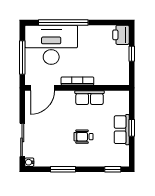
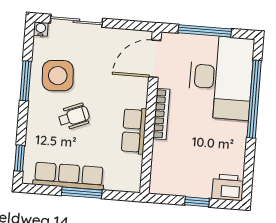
door: (43, 88) -> (155, 59), hinge flipped
window: (132, 128) -> (82, 193), width x1.50
row of seats: (122, 130) -> (69, 176), width x1.48
wheelchair: (84, 137) -> (74, 117), turned 68
side table: (58, 149) -> (58, 76), added

